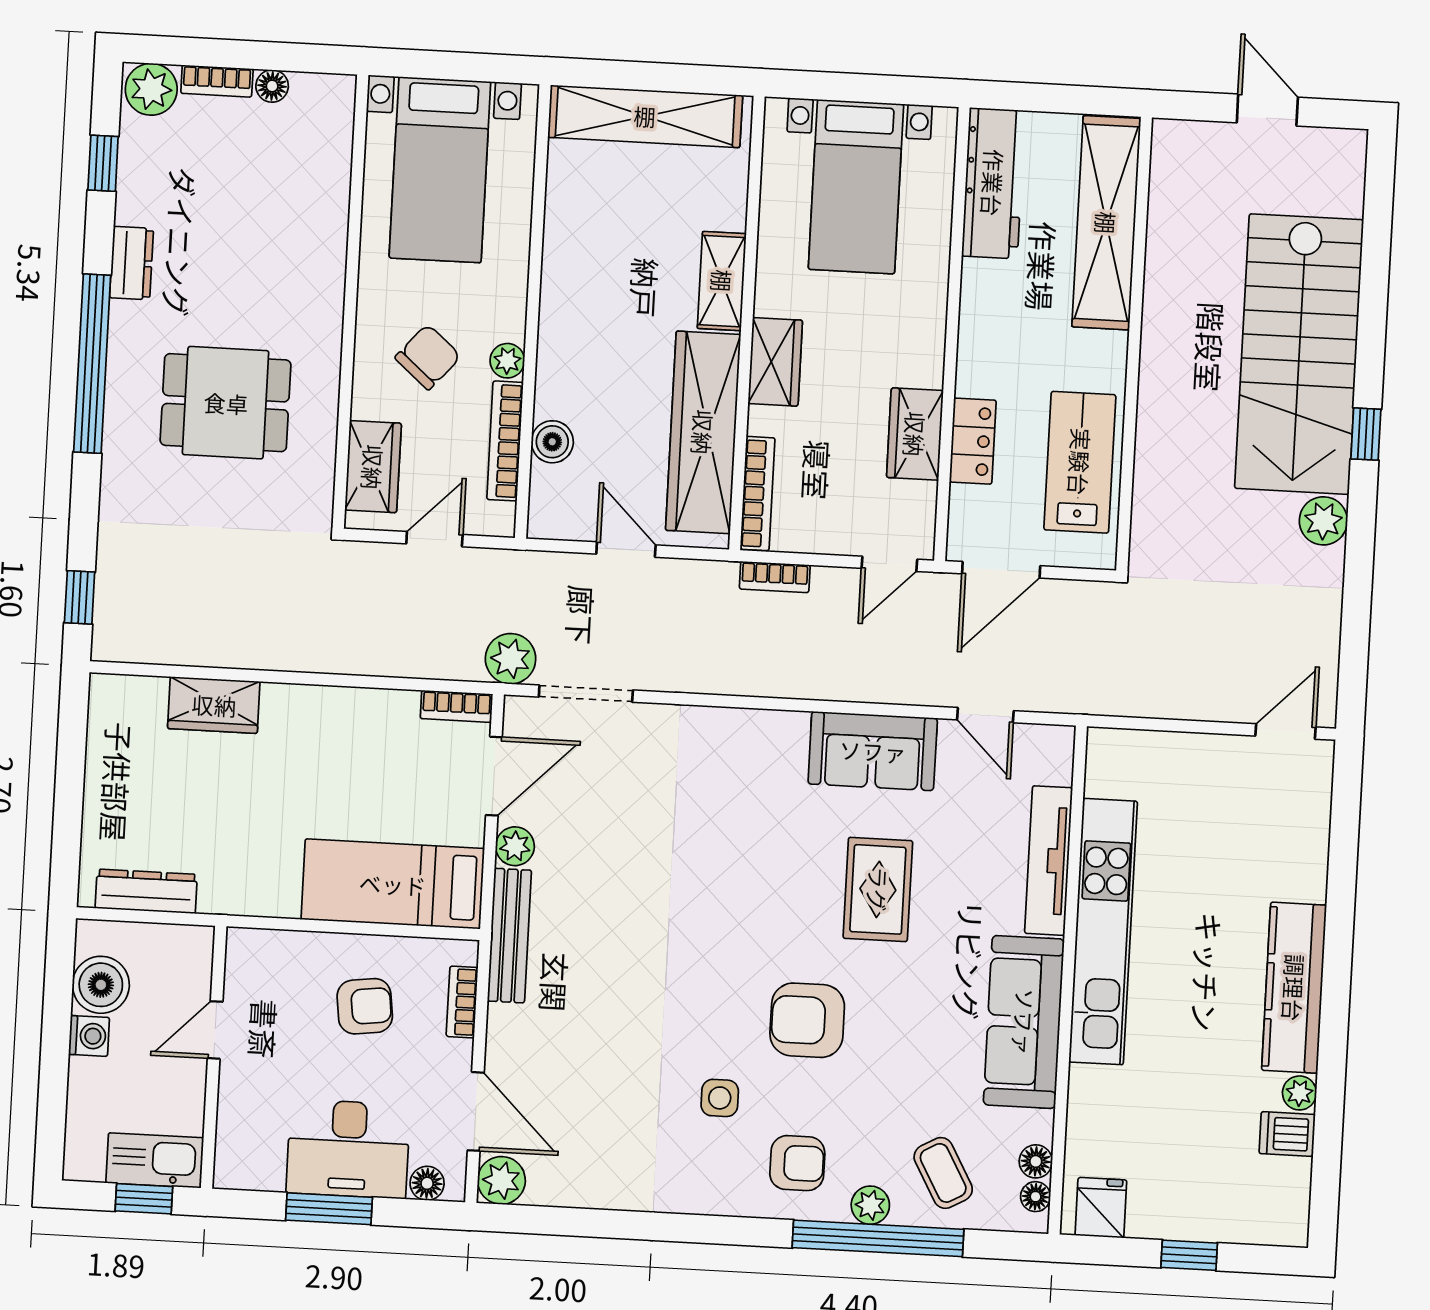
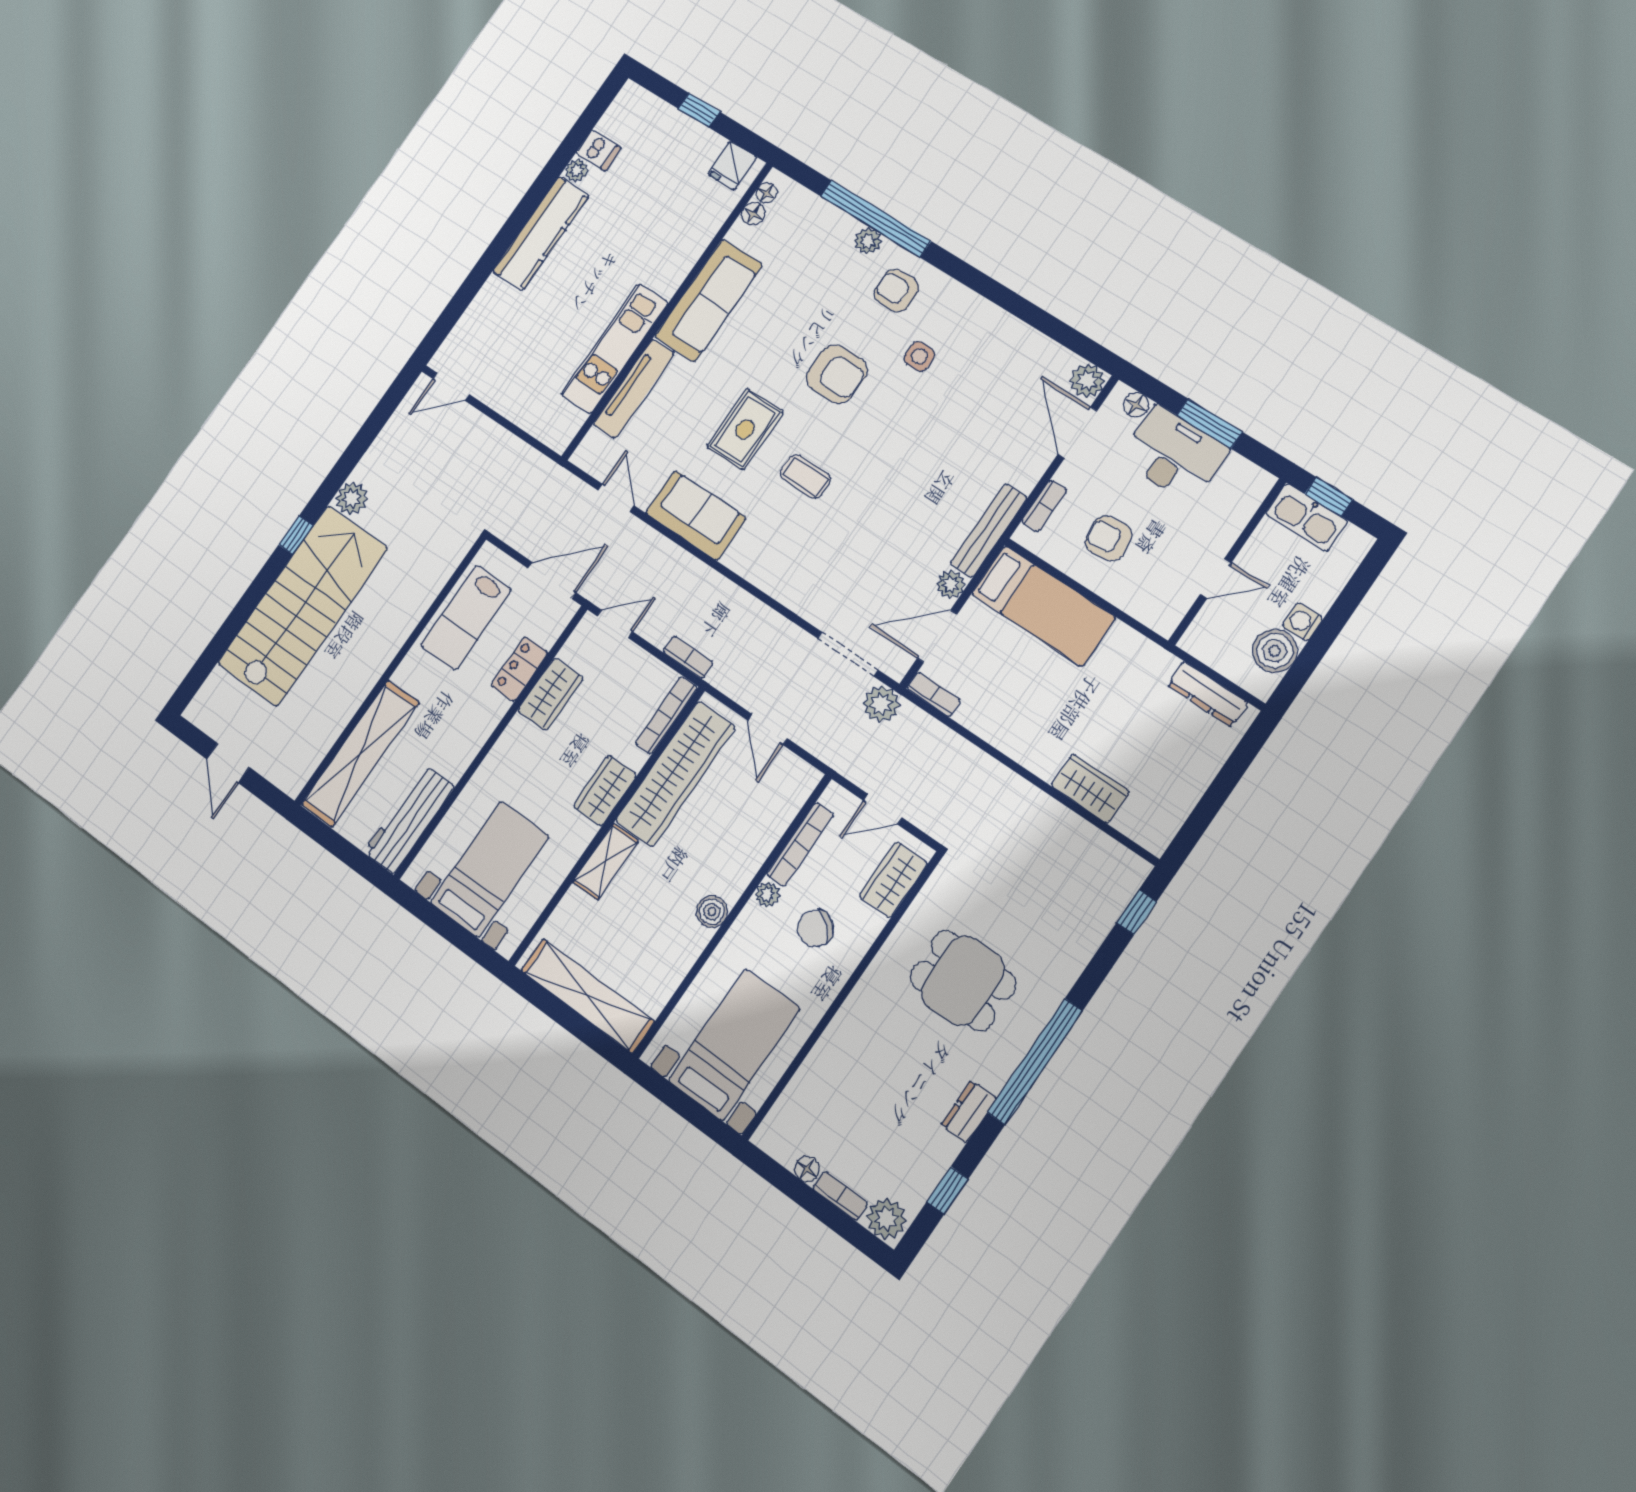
boiler: (552, 442) -> (712, 912), moved
kitchen unit: (1103, 932) -> (615, 349), width x0.73
coffee table: (943, 1173) -> (805, 476), moved, turned -61

